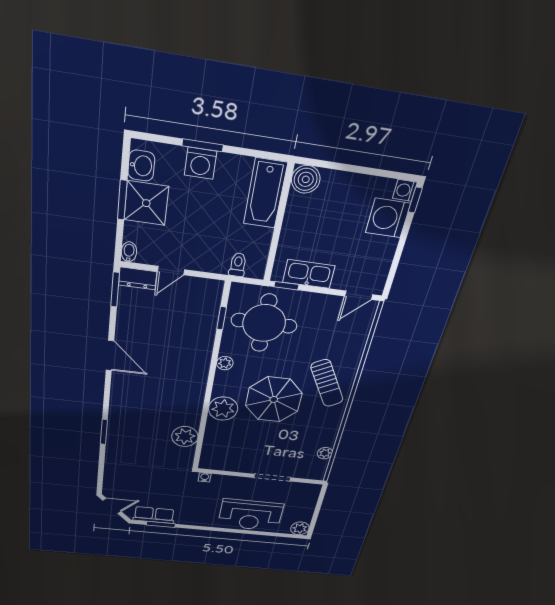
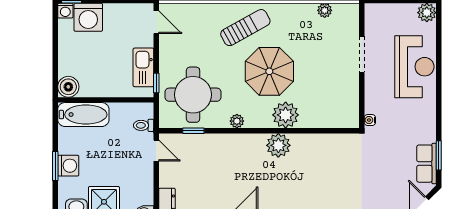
door: (171, 270) -> (156, 151), moved
plant: (185, 437) -> (278, 145), moved

